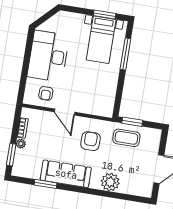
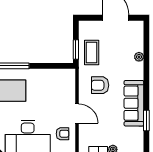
door: (65, 112) -> (77, 114), hinge flipped
plant: (110, 182) -> (139, 57), width x0.53, depth x0.53

